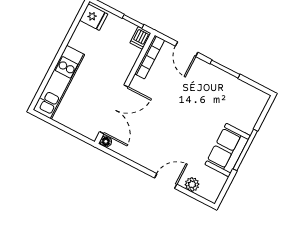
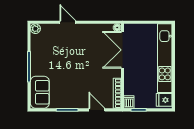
kitchen unit: (59, 82) -> (165, 58), width x1.36
sofa: (228, 150) -> (40, 92), moved
door: (166, 181) -> (68, 22), swing flipped
plant: (192, 184) -> (35, 29), moved

